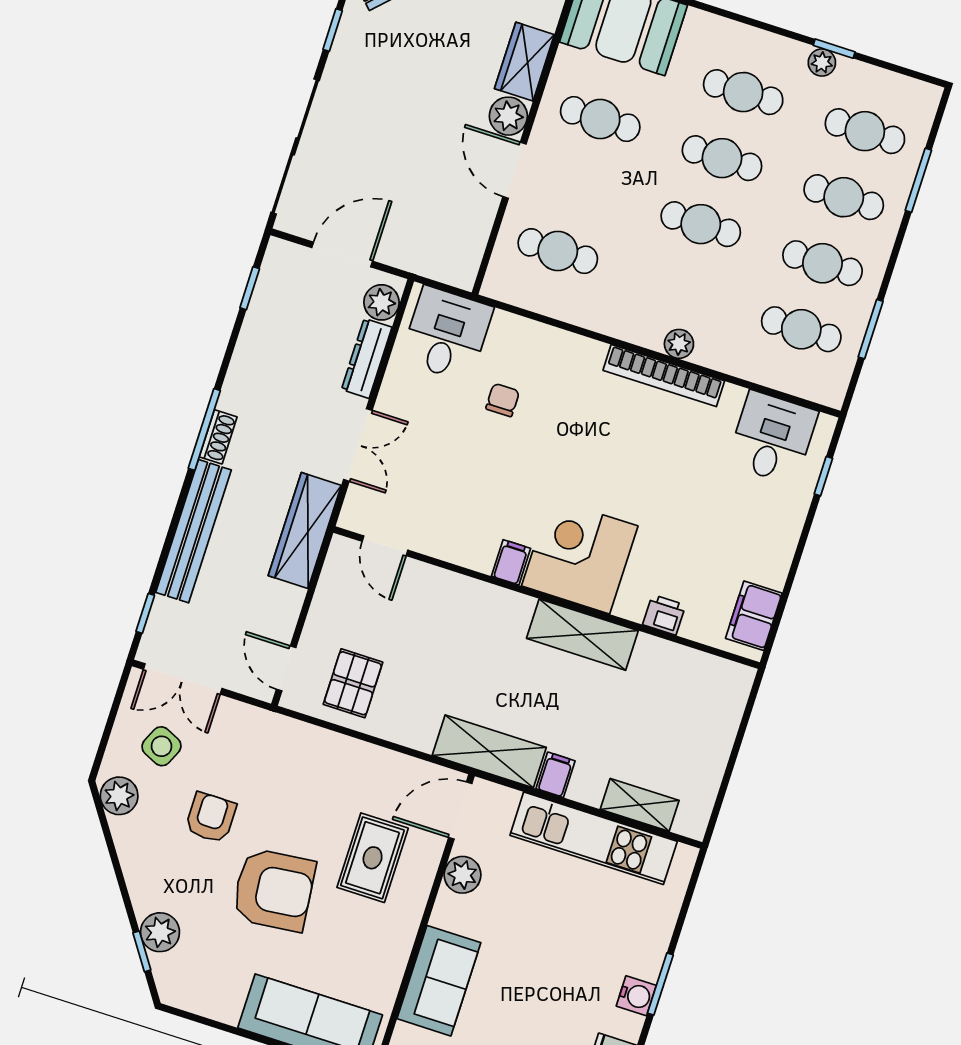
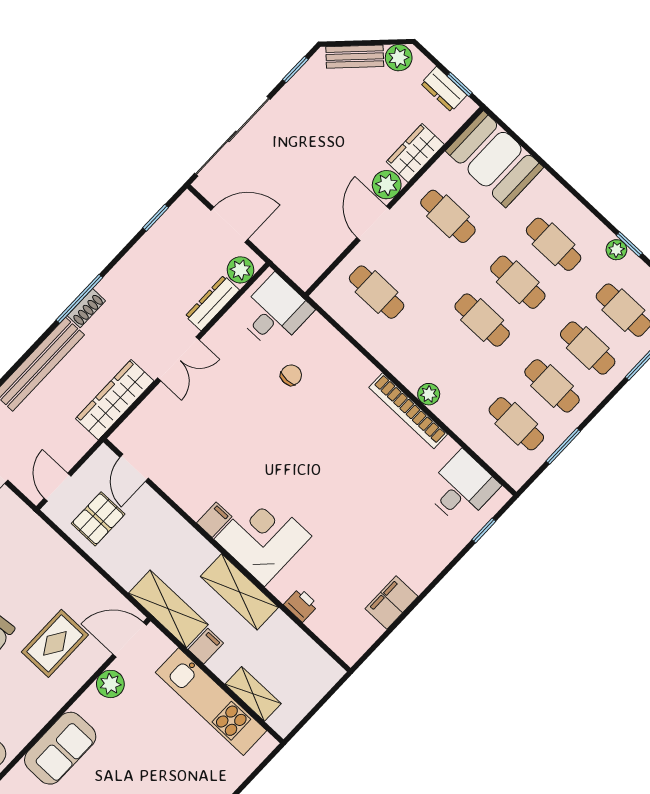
door: (385, 546) -> (134, 468), moved
corner desk: (580, 556) -> (263, 538), moved
filing cabinet: (511, 562) -> (214, 520), moved
wall: (547, 598) -> (227, 555), moved
printer: (664, 615) -> (301, 605), moved
shelving: (582, 635) -> (239, 592), moved

